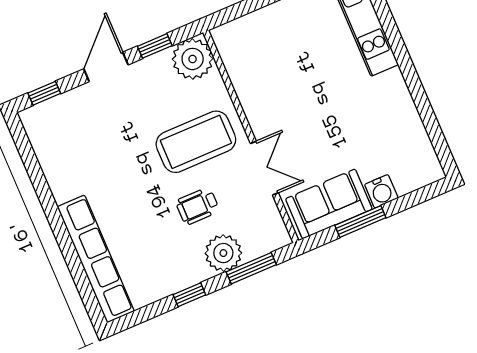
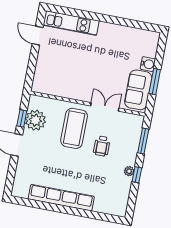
plant: (193, 59) -> (35, 120), moved
window: (44, 93) -> (10, 179), removed
plant: (223, 253) -> (129, 171), moved, width x0.53, depth x0.53
row of seats: (96, 259) -> (61, 198), moved

